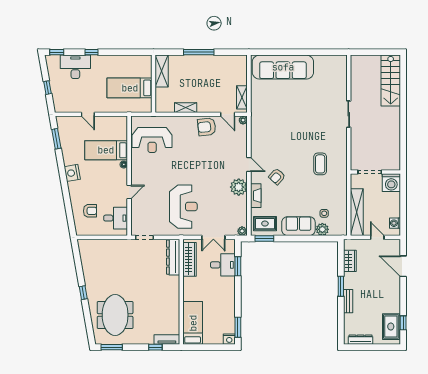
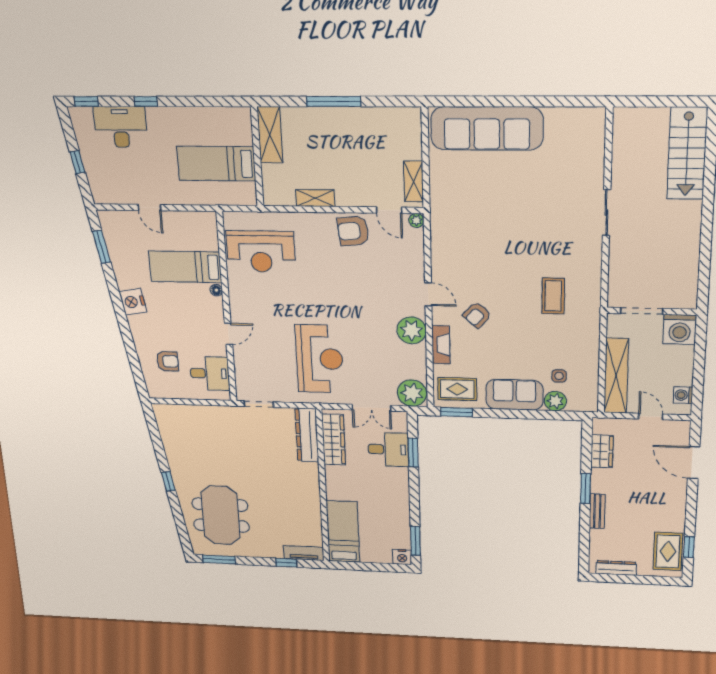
plant: (242, 231) -> (412, 393), width x1.87, depth x1.87

